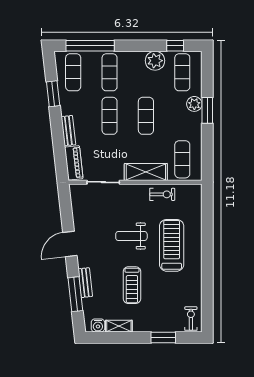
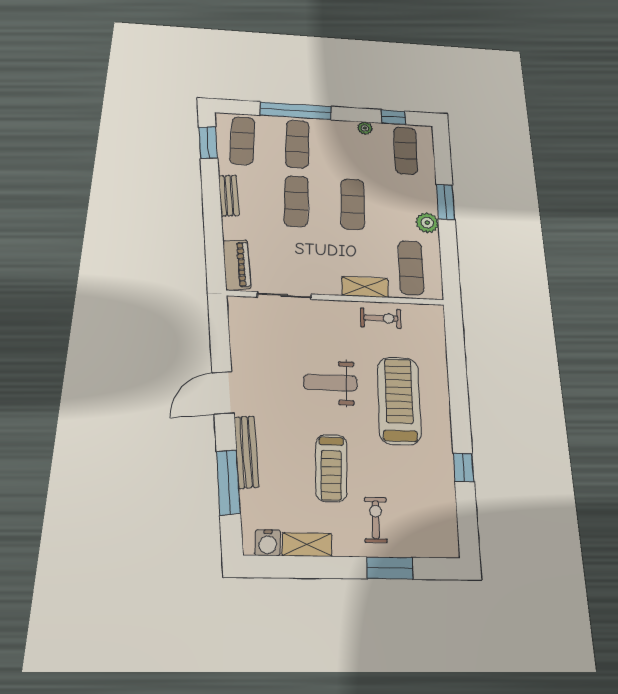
window: (90, 46) -> (296, 111), moved
plant: (155, 61) -> (365, 128), width x0.53, depth x0.53
window: (53, 94) -> (208, 142), moved
plant: (194, 104) -> (427, 223), moved
bench: (68, 131) -> (229, 195), moved
shelving: (146, 172) -> (365, 287), width x0.67, depth x0.75
bench: (85, 283) -> (246, 452), width x1.36
window: (207, 283) -> (464, 467), added
exercise bike: (191, 319) -> (376, 520), moved

